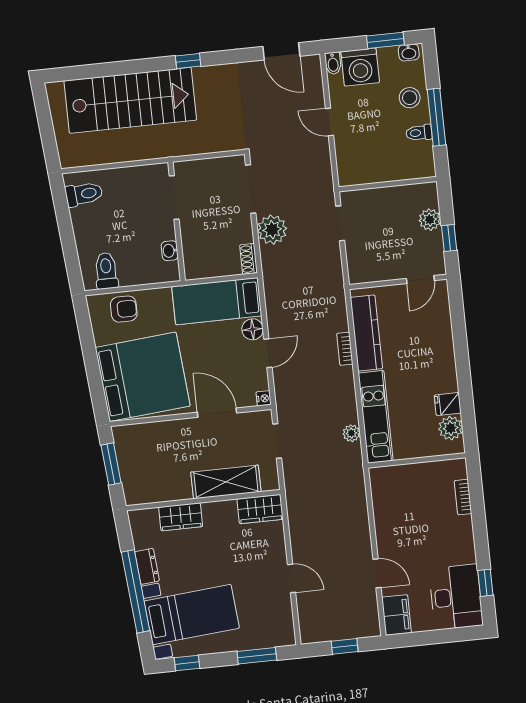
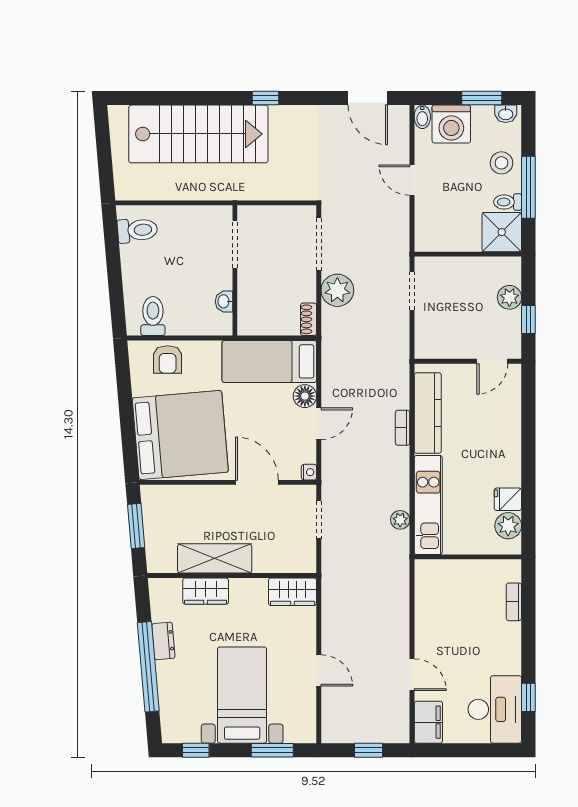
shower: (416, 161) -> (502, 232), added
armchair: (124, 309) -> (168, 359), turned 90
shelving: (226, 482) -> (215, 558), moved
bed with nightstands: (192, 615) -> (242, 695), moved, turned -85

